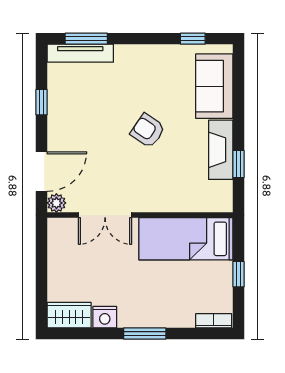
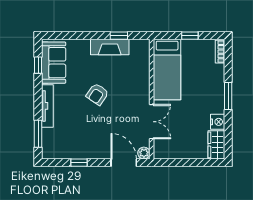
tv unit: (80, 53) -> (47, 106), moved
sofa: (214, 86) -> (54, 63), moved, turned -90

